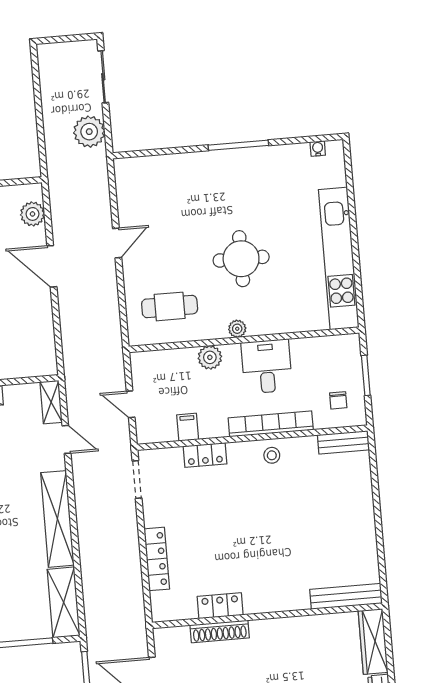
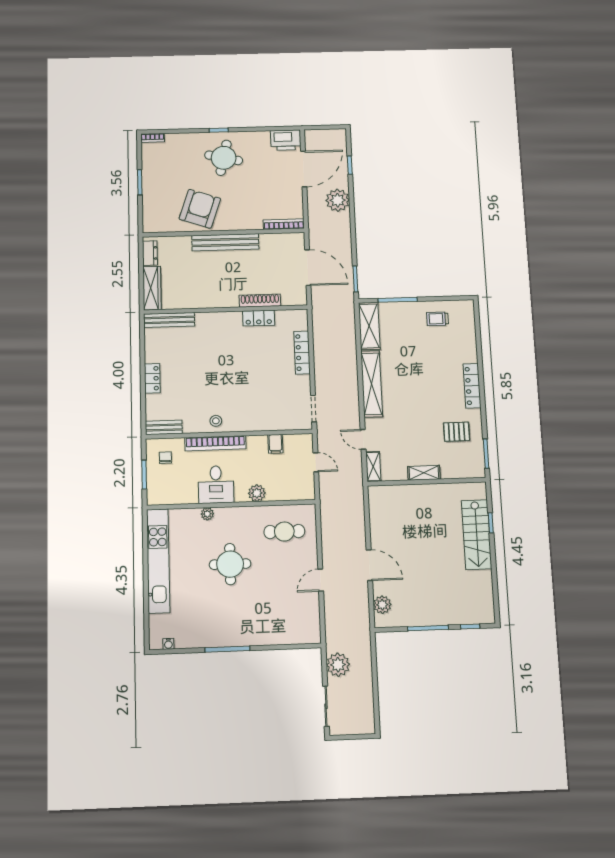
plant: (237, 329) -> (207, 514), moved
locker: (205, 455) -> (152, 378), moved, turned 90

